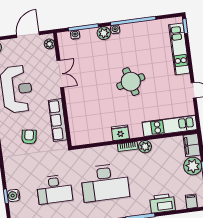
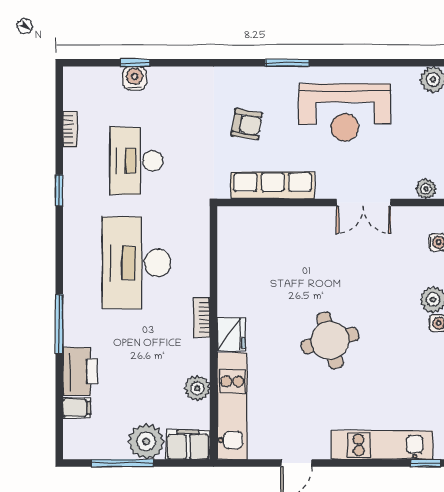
fridge: (120, 133) -> (231, 334), moved
plant: (145, 147) -> (197, 388), moved
filing cabinet: (191, 201) -> (77, 408), moved

